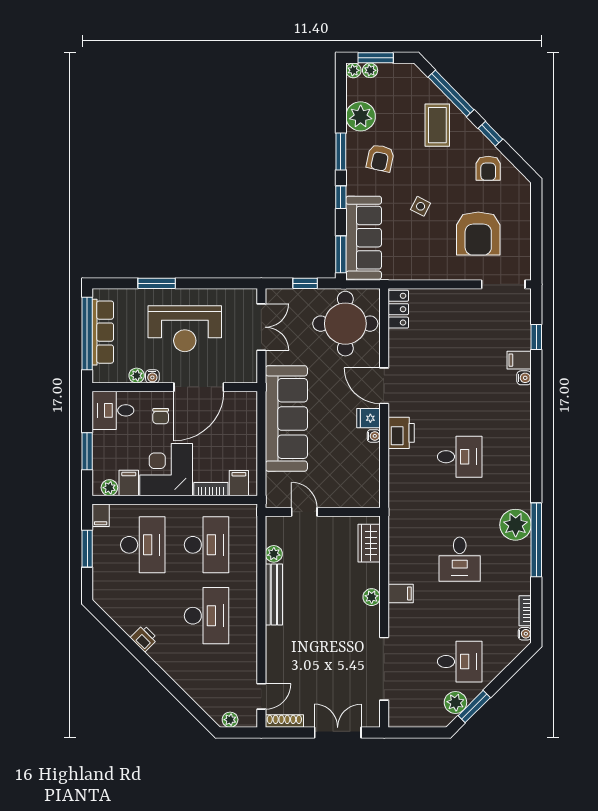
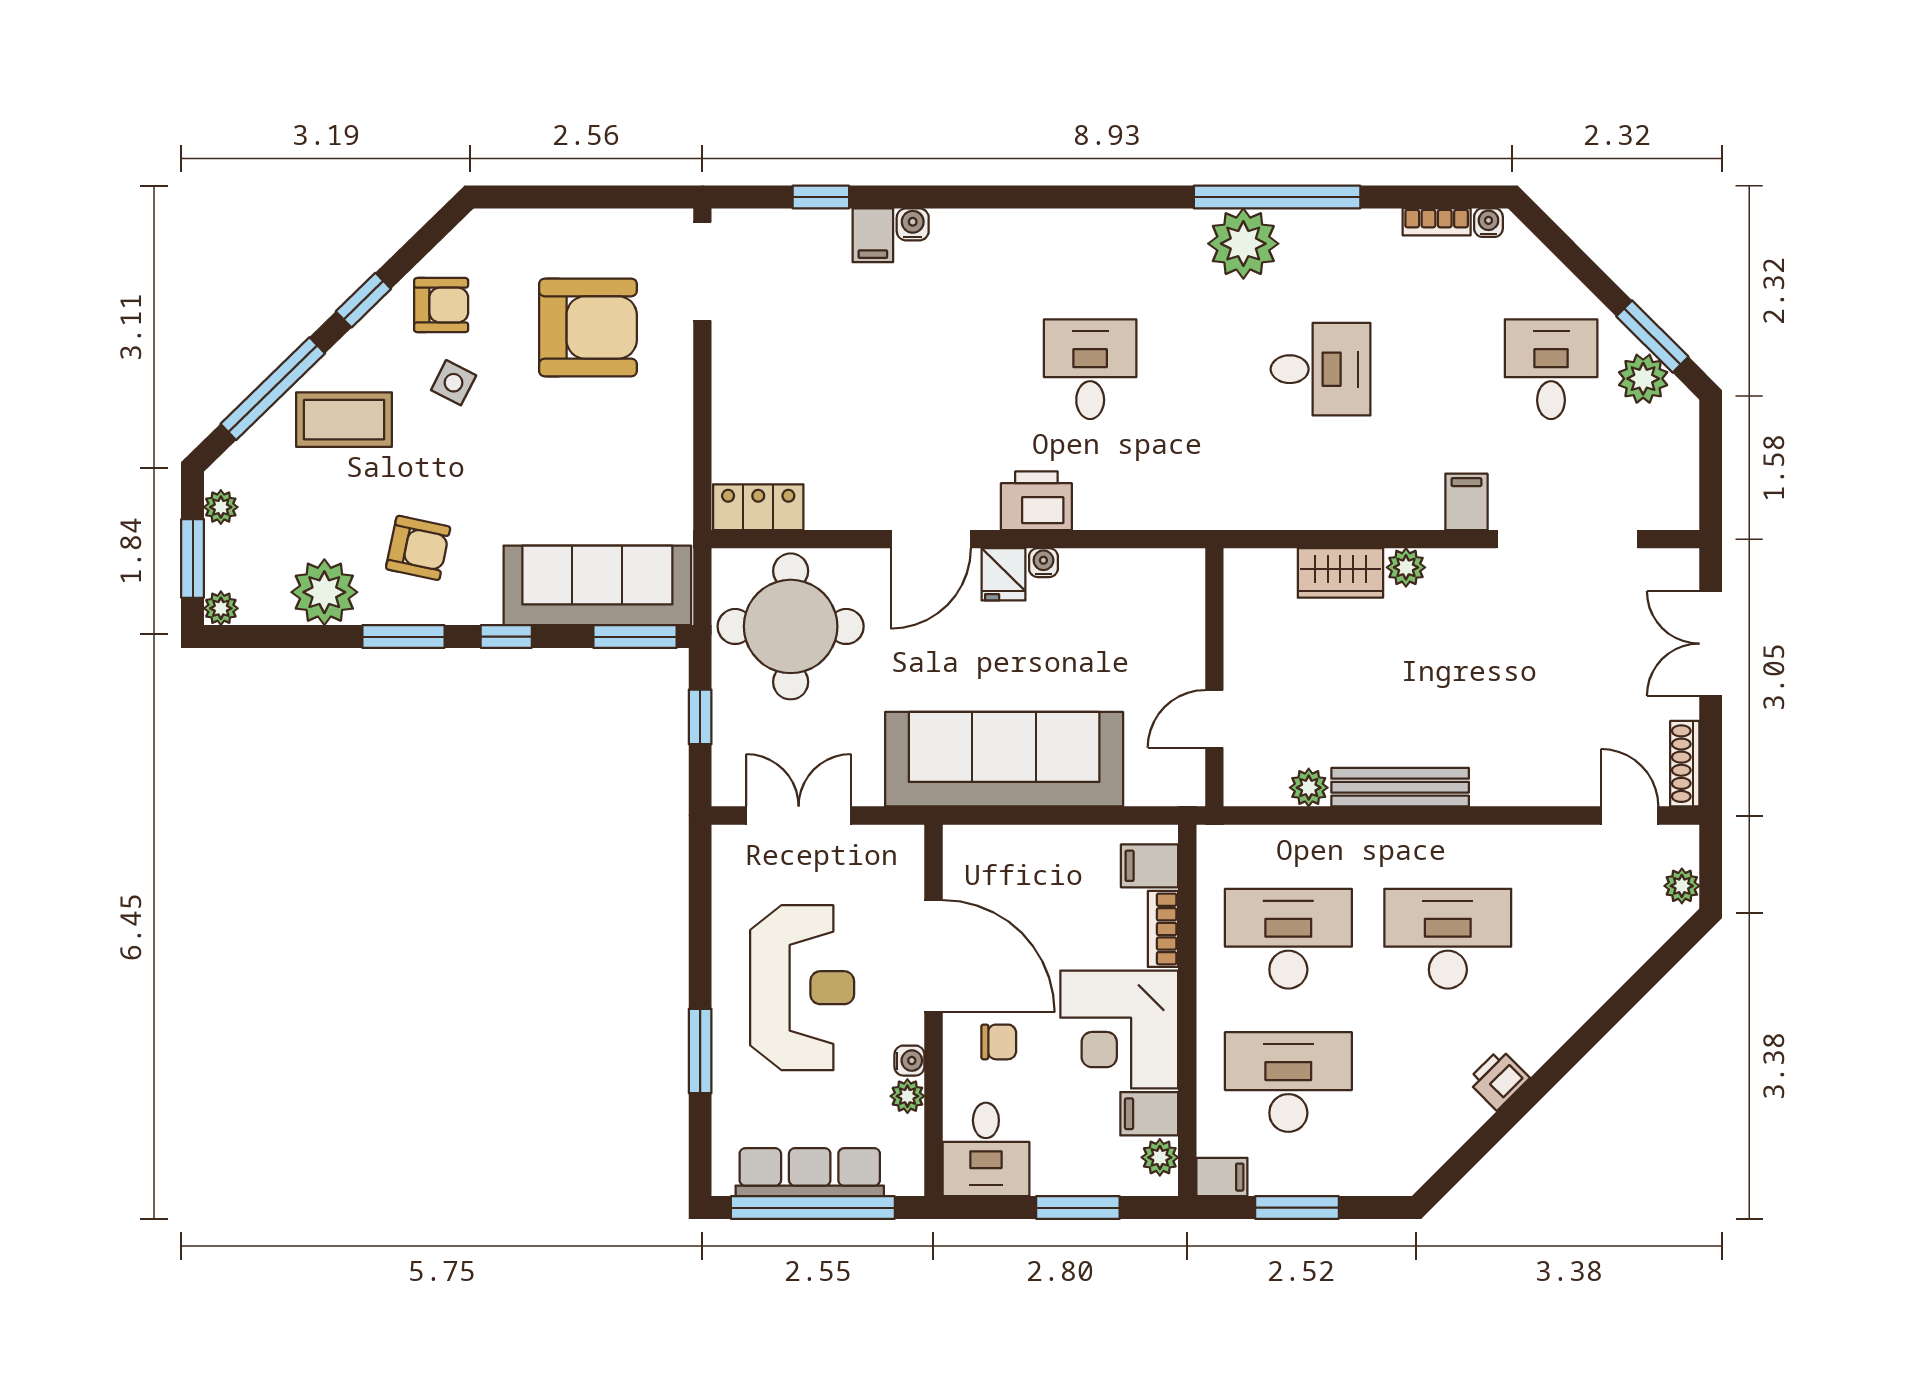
plant: (370, 70) -> (221, 507), moved
side table: (421, 206) -> (454, 383), moved
wardrobe: (369, 543) -> (1340, 573), moved
filing cabinet: (401, 593) -> (1466, 502), moved

